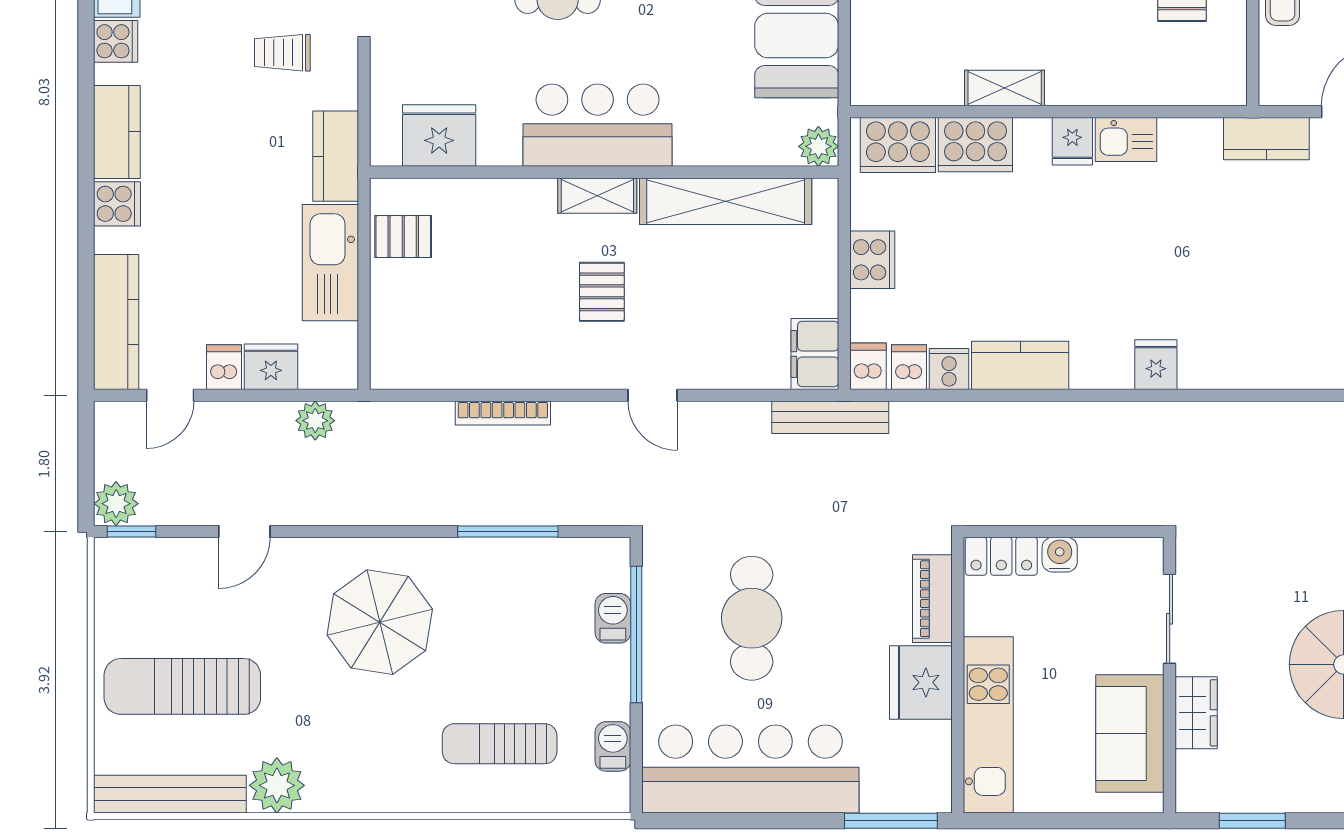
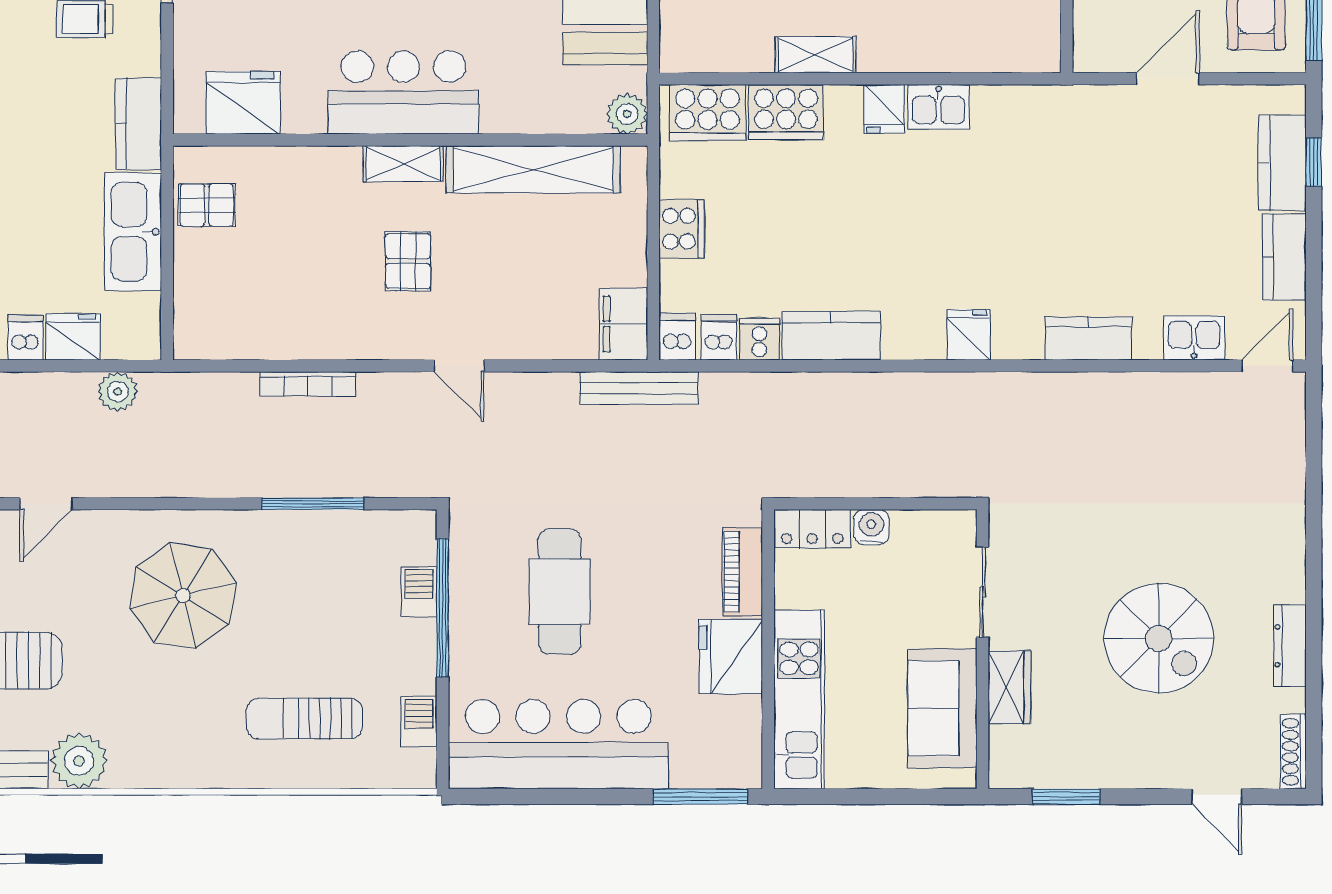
kitchen counter: (1266, 139) -> (1088, 339), moved, turned 180

